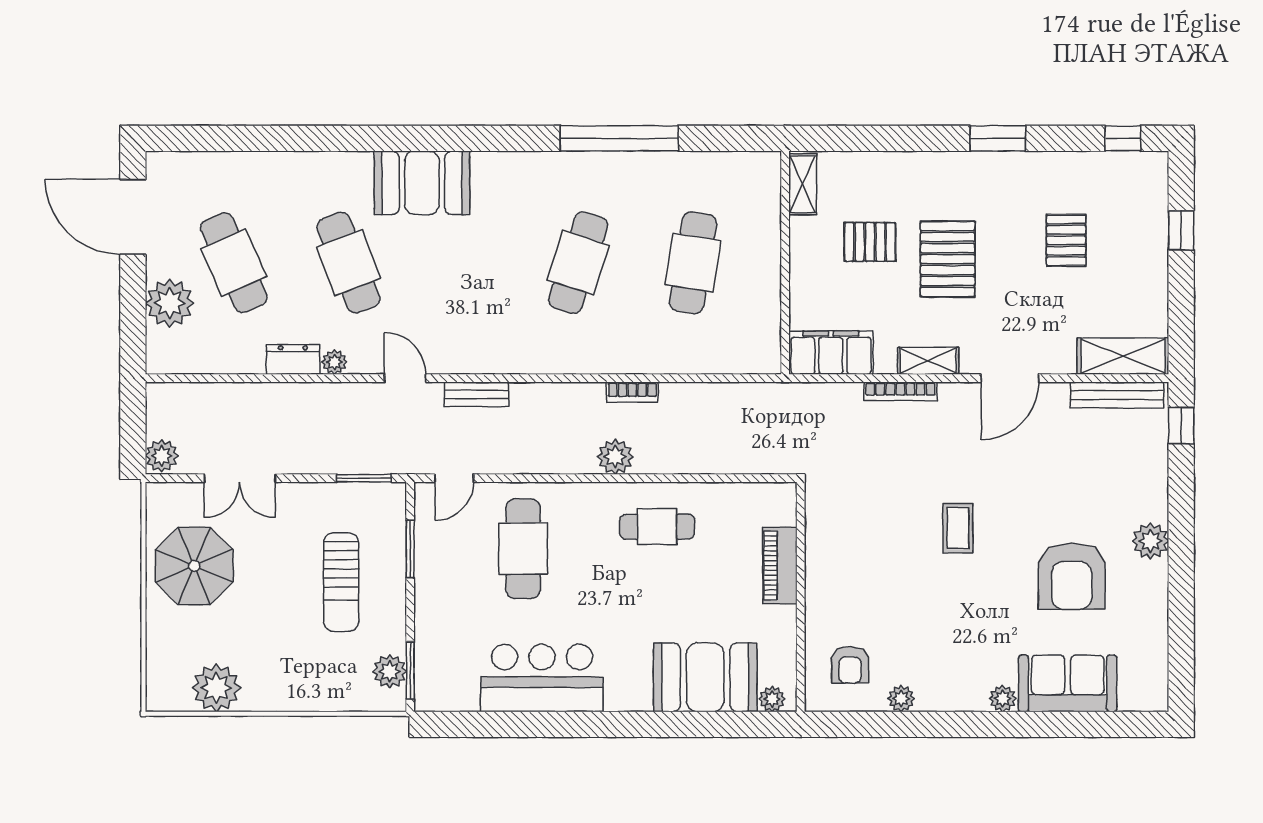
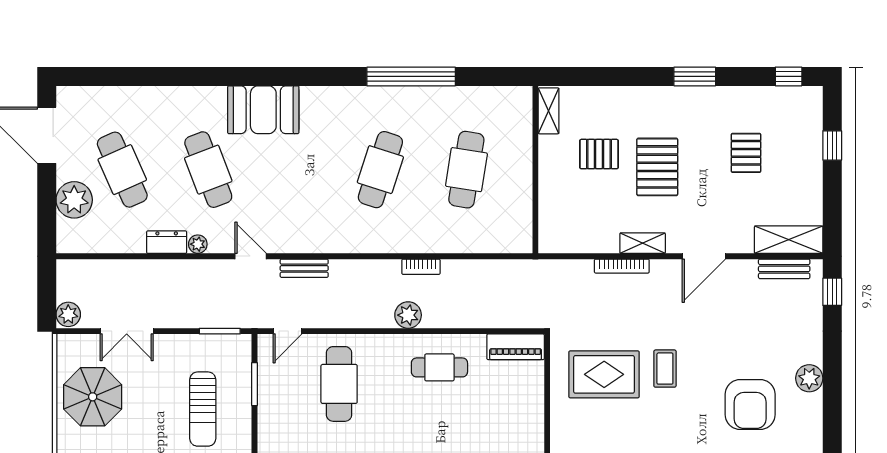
filing cabinet: (831, 353) -> (570, 237), removed
bench: (1117, 395) -> (784, 269), width x0.73
rug: (877, 536) -> (604, 374), added
piano: (780, 566) -> (516, 347), moved, turned -90

